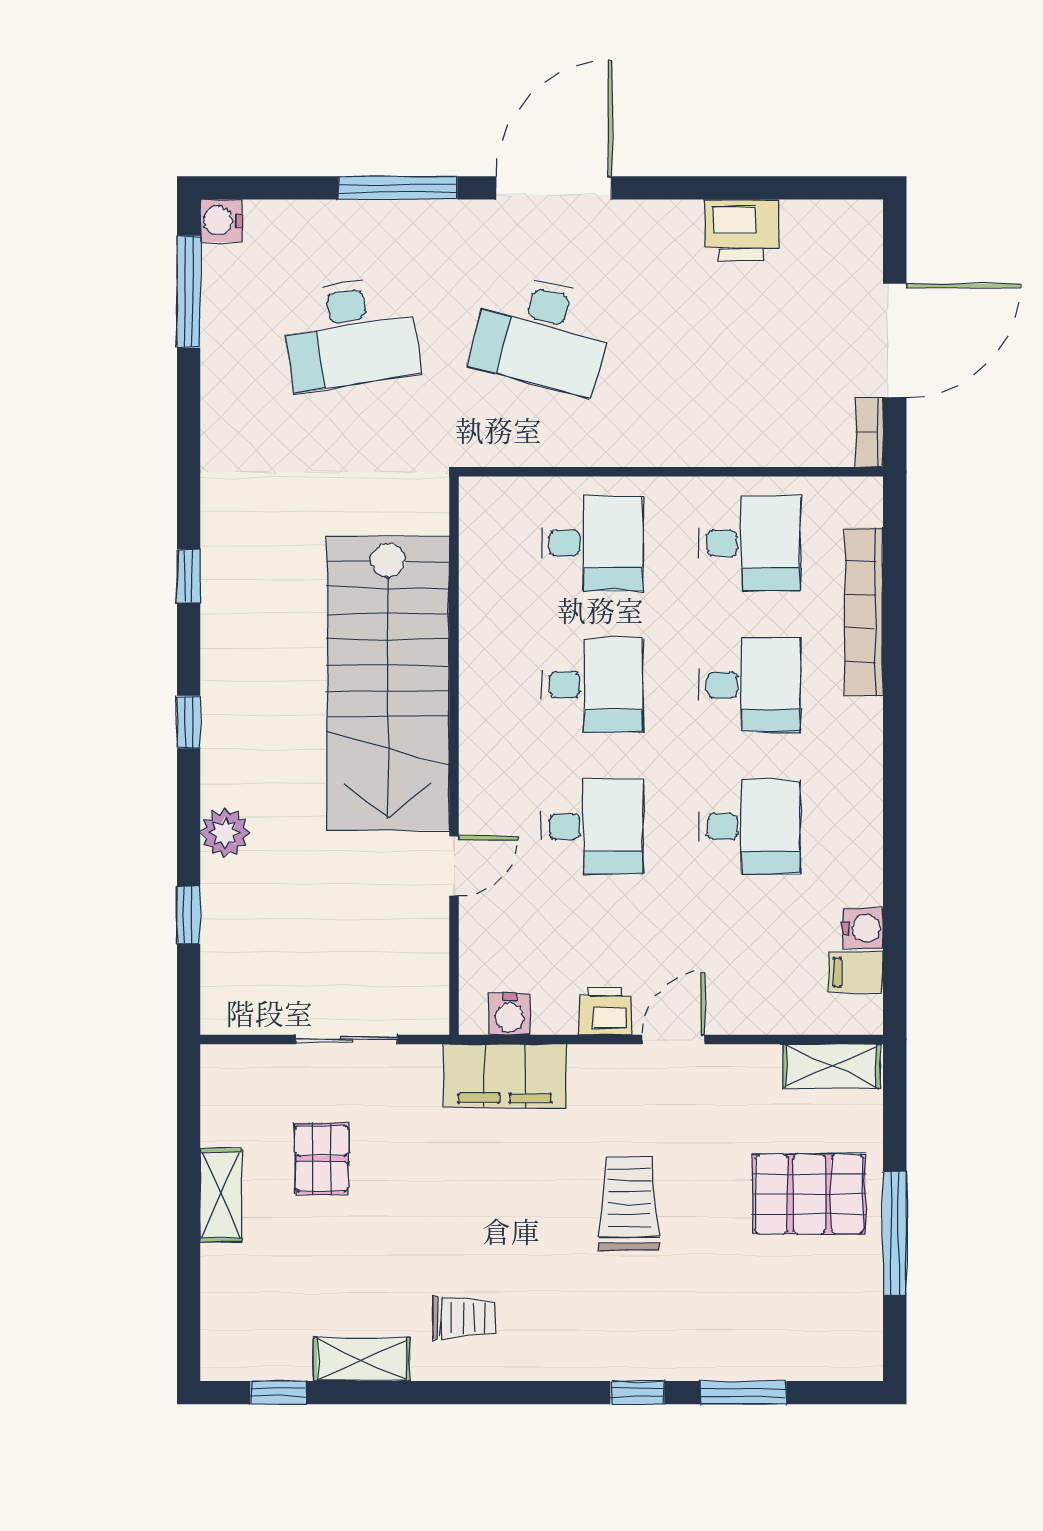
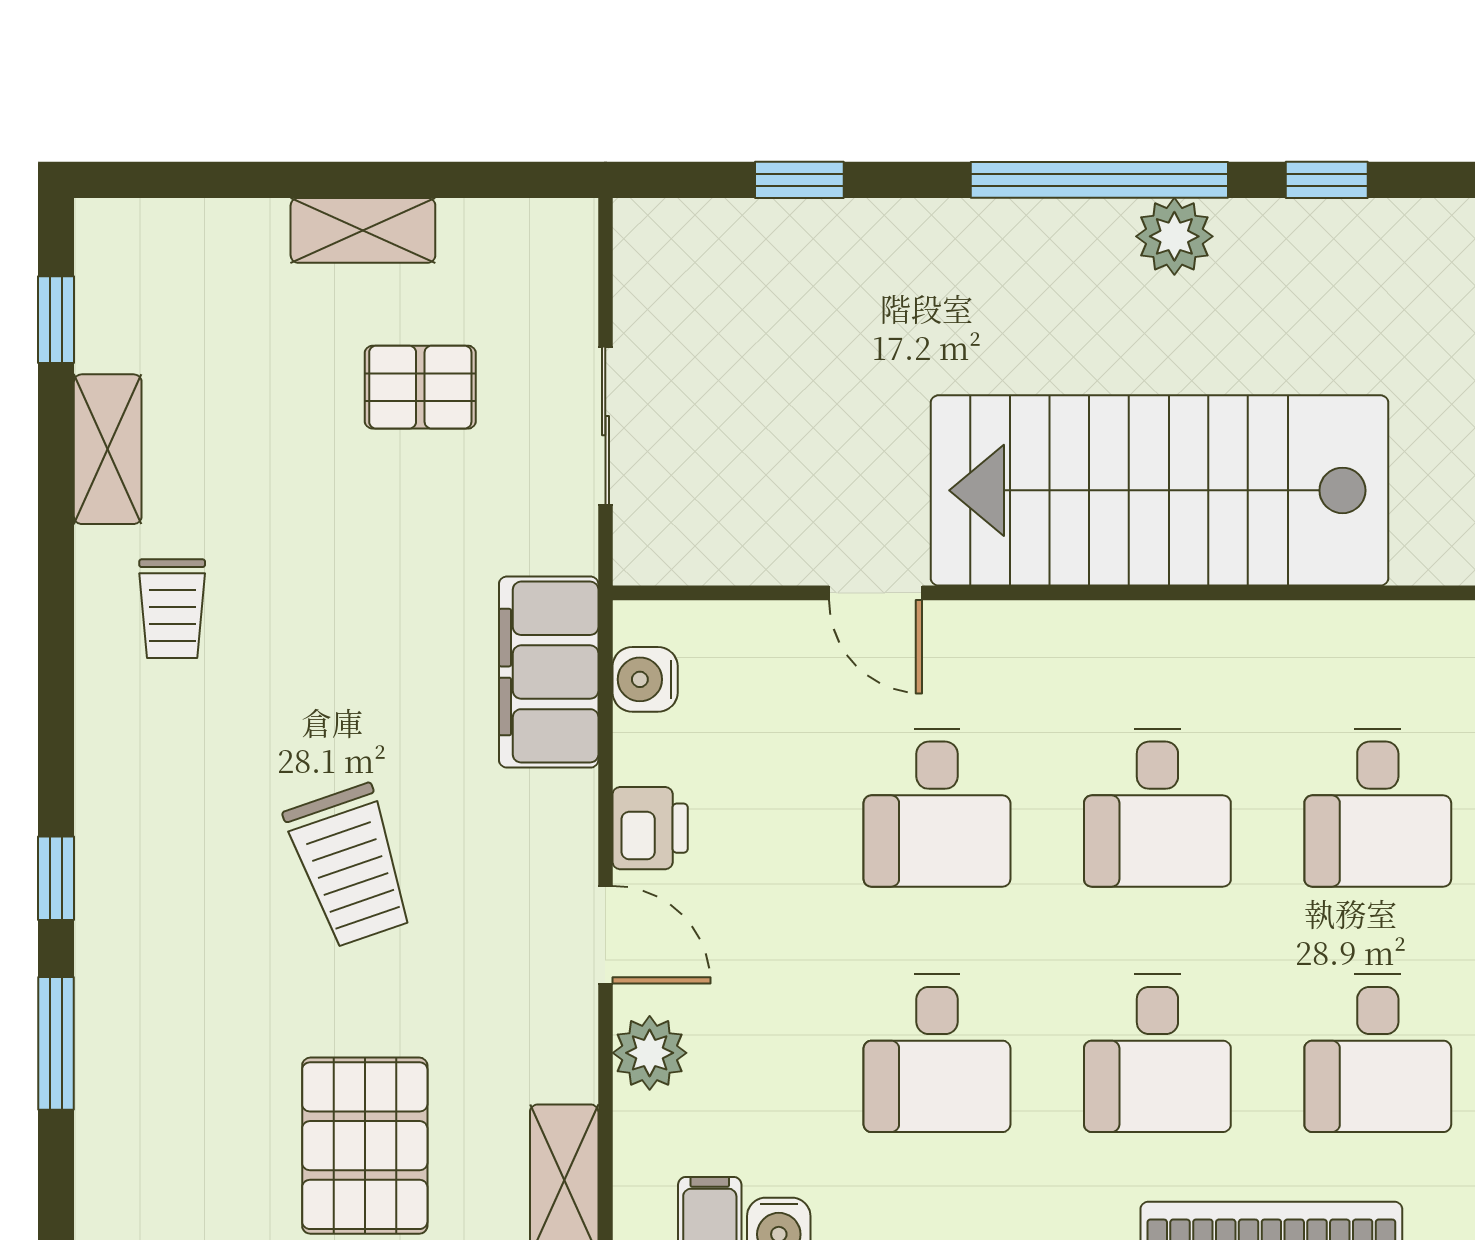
window: (189, 722) -> (1099, 180), width x3.17
plant: (225, 833) -> (1174, 236), moved
plant: (750, 1011) -> (650, 1053), added
trolley: (629, 1204) -> (350, 866), turned 71

